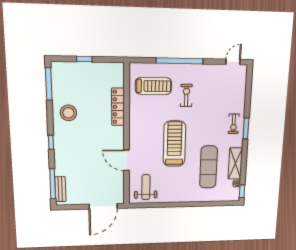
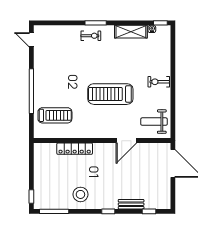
window: (84, 59) -> (31, 196), moved
treadmill: (153, 86) -> (55, 115), turned 90
exercise bike: (186, 95) -> (159, 82), moved
exercise mat: (208, 167) -> (134, 59), removed
window: (53, 184) -> (149, 211), width x0.46
bench: (60, 189) -> (131, 204), moved

